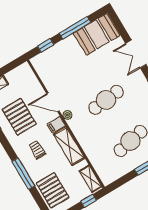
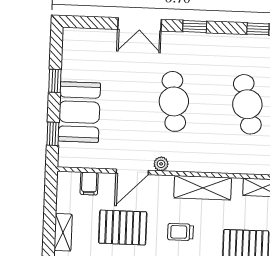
window: (75, 28) -> (55, 81), width x0.46
booth: (97, 34) -> (79, 112), moved
filing cabinet: (56, 125) -> (89, 184), moved

